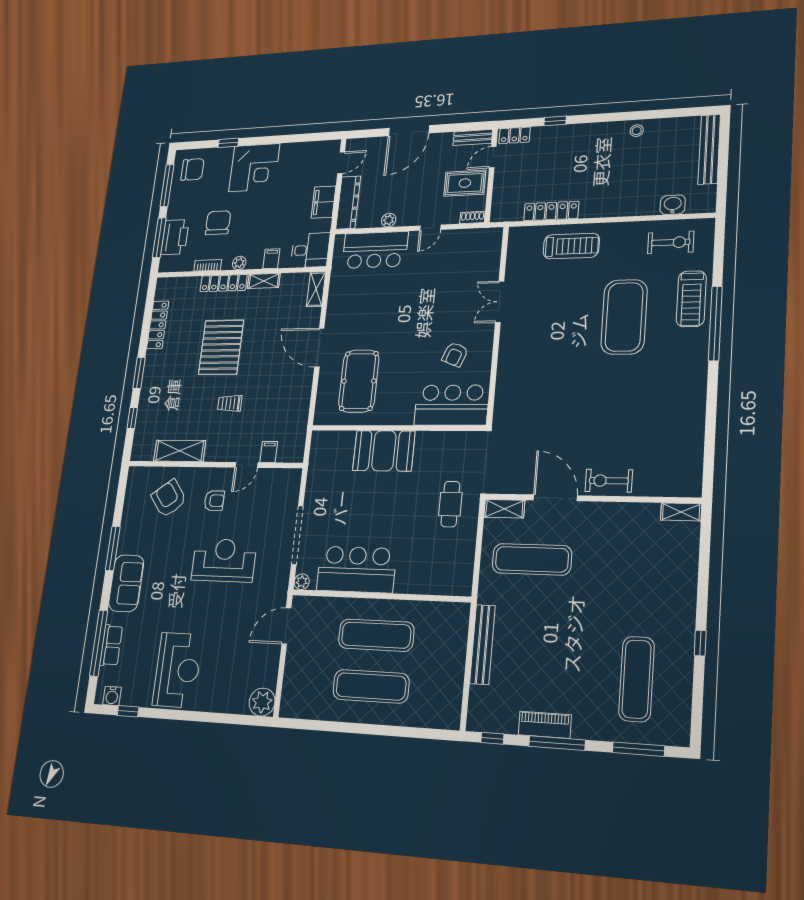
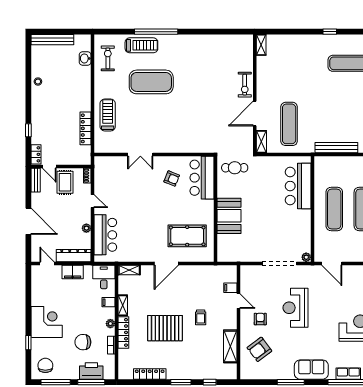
cafe table: (450, 504) -> (235, 168), moved
bar counter: (356, 569) -> (298, 186), moved

